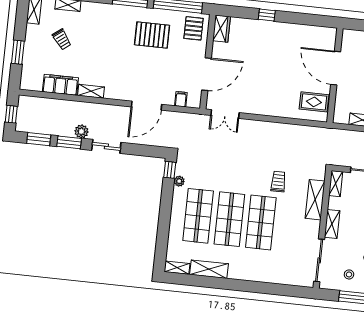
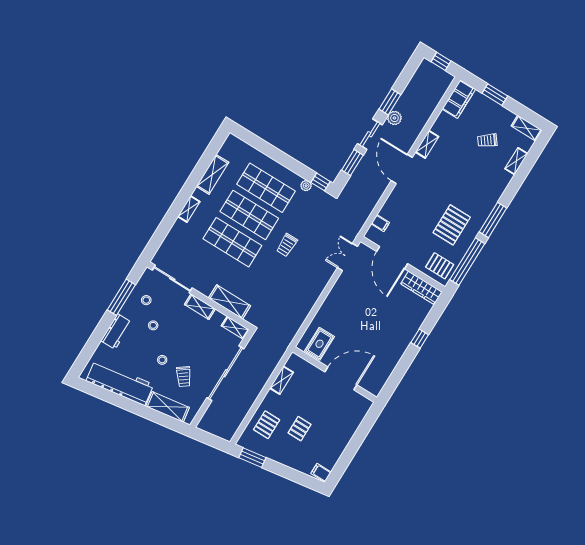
wardrobe: (222, 29) -> (421, 288), width x1.50
filing cabinet: (60, 85) -> (459, 99), moved
door: (146, 106) -> (402, 169), moved
window: (39, 139) -> (352, 163), moved
trolley: (278, 182) -> (287, 245), moved, turned 90
shelving: (177, 268) -> (189, 209), moved

